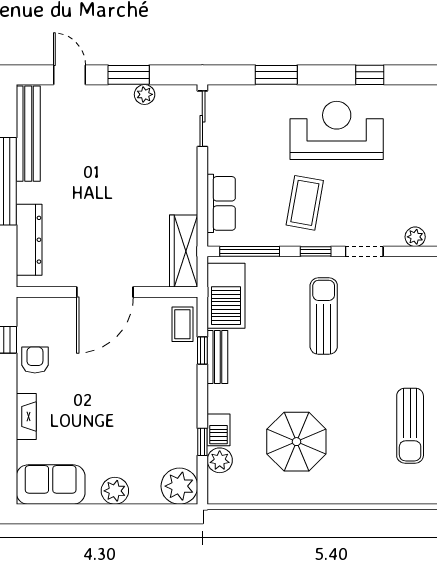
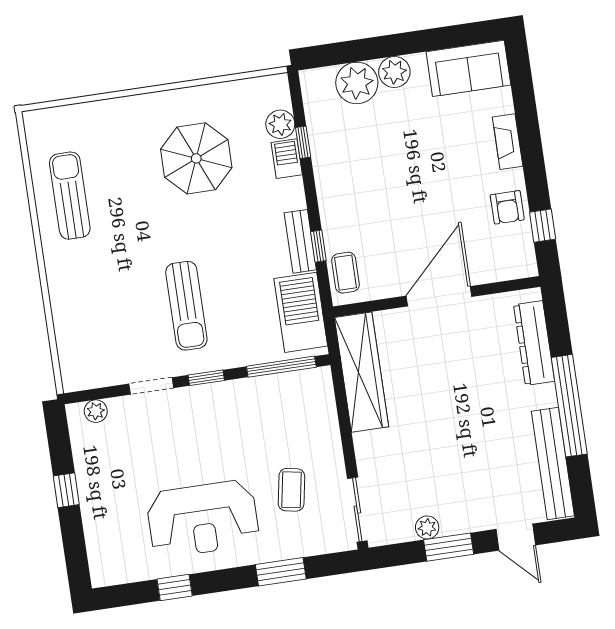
row of seats: (221, 203) -> (322, 417), removed
coffee table: (305, 203) -> (291, 490), moved, width x0.73, depth x0.77
wardrobe: (184, 251) -> (362, 372), width x1.40, depth x1.17
plant: (179, 486) -> (357, 83), moved

